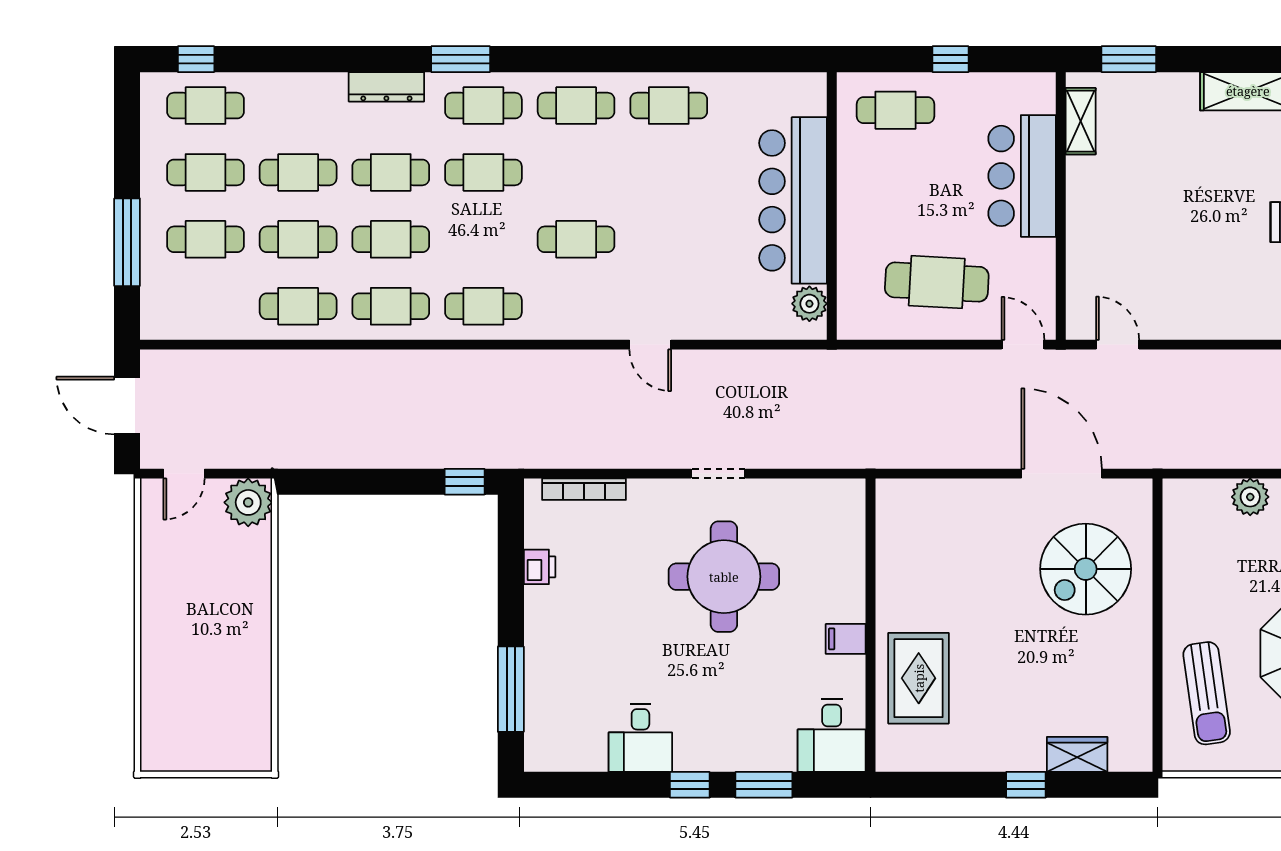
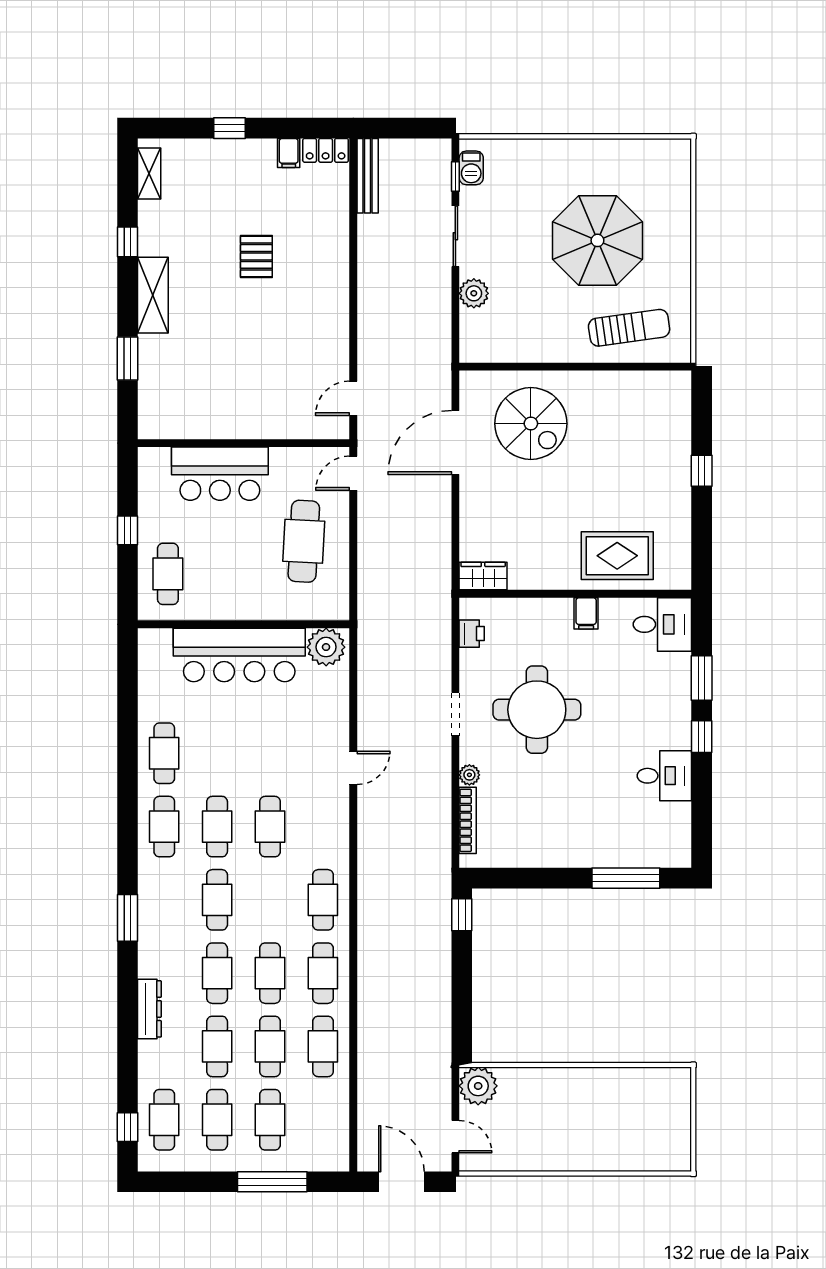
window: (1129, 59) -> (127, 359), moved
dresser: (386, 87) -> (149, 1009), moved
cafe table: (483, 106) -> (217, 827), moved
shelving: (1081, 121) -> (177, 427), removed
plant: (809, 304) -> (326, 647), width x1.36, depth x1.36
door: (127, 405) -> (401, 1182), swing flipped
plant: (642, 491) -> (469, 775), added
printer: (540, 567) -> (472, 634), moved, turned 90
wardrobe: (1077, 754) -> (483, 576), moved, turned 90

